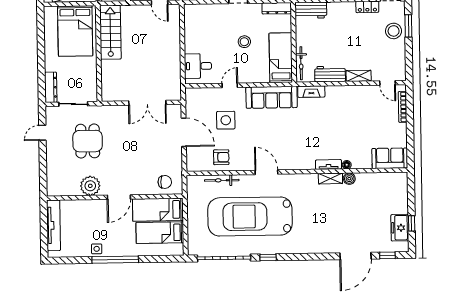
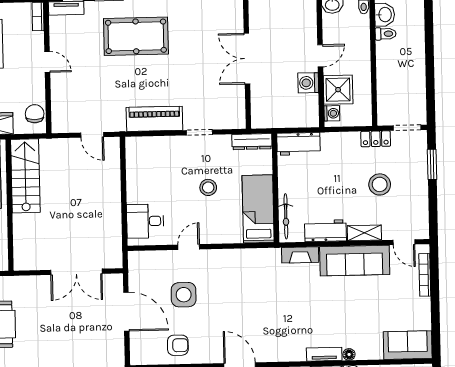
stool: (394, 31) -> (380, 184), moved
sofa: (272, 97) -> (355, 261), moved

